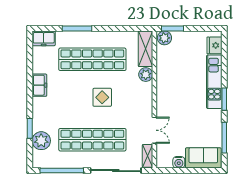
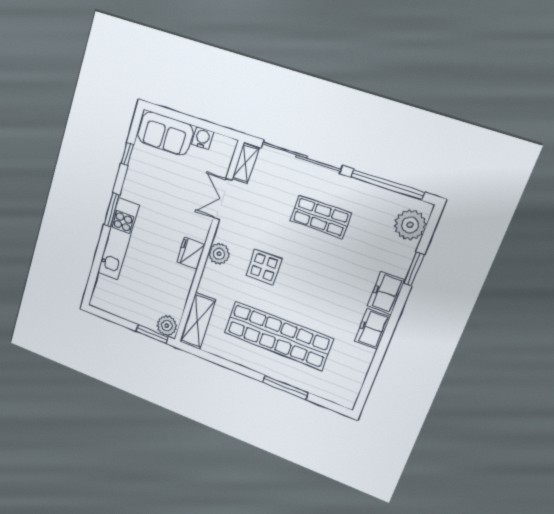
freezer: (44, 38) -> (386, 293), moved, turned -90
fridge: (215, 45) -> (191, 253), moved, turned 180
plant: (146, 75) -> (219, 254), moved
display table: (102, 97) -> (264, 267), moved
window: (224, 138) -> (127, 154), width x0.46
shop shelf: (92, 140) -> (321, 217), width x0.50, depth x0.74
plant: (41, 141) -> (410, 225), moved

